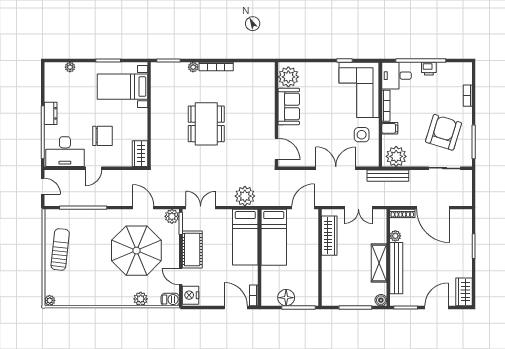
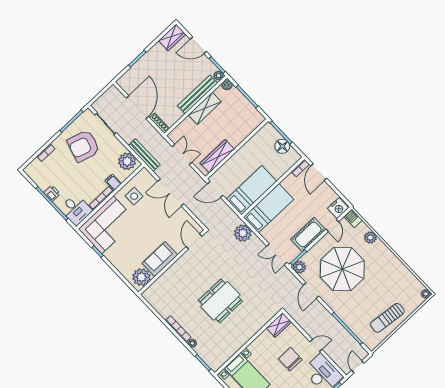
plant: (395, 236) -> (219, 76), moved

